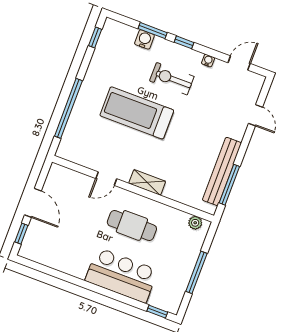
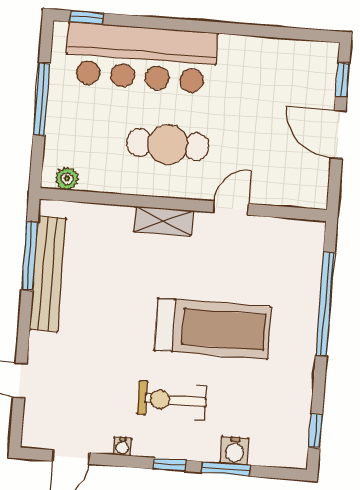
exercise bike: (172, 79) -> (172, 400), turned 180
bar counter: (121, 275) -> (141, 58), width x1.36

